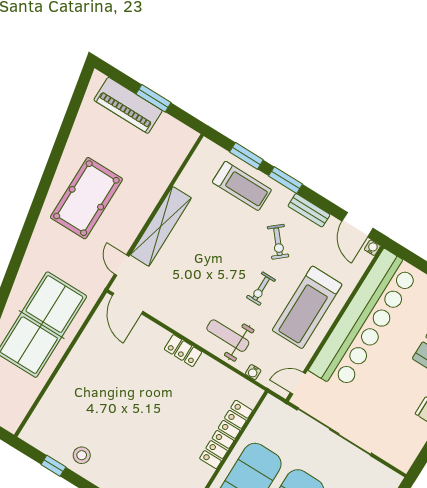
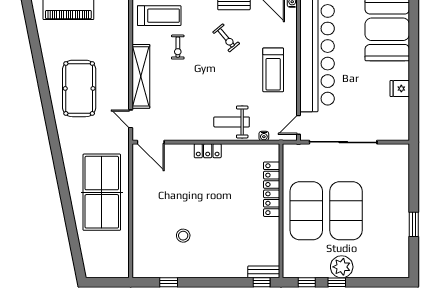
treadmill: (242, 186) -> (159, 16), moved
exercise bike: (261, 289) -> (178, 47), moved
treadmill: (307, 307) -> (273, 70), width x0.73, depth x0.73
stool: (82, 455) -> (183, 236), moved

